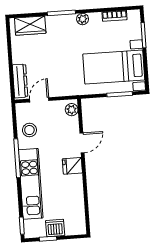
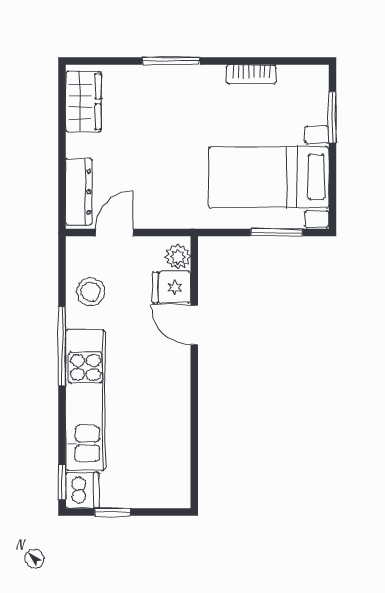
bookcase: (114, 16) -> (251, 74), moved
plant: (83, 19) -> (213, 76), removed
wardrobe: (30, 26) -> (83, 102), moved, turned -90
door: (82, 143) -> (194, 325), swing flipped
fridge: (72, 166) -> (172, 288), moved
dishwasher: (55, 228) -> (82, 490), moved, turned 90

